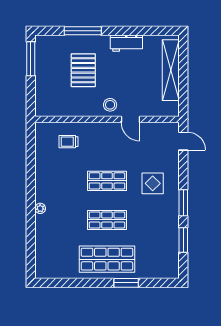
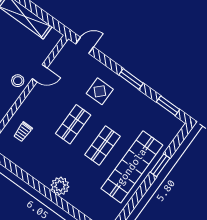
plant: (40, 208) -> (60, 186), width x1.87, depth x1.87
window: (183, 240) -> (168, 106), moved
shop shelf: (107, 259) -> (132, 167), width x1.40

